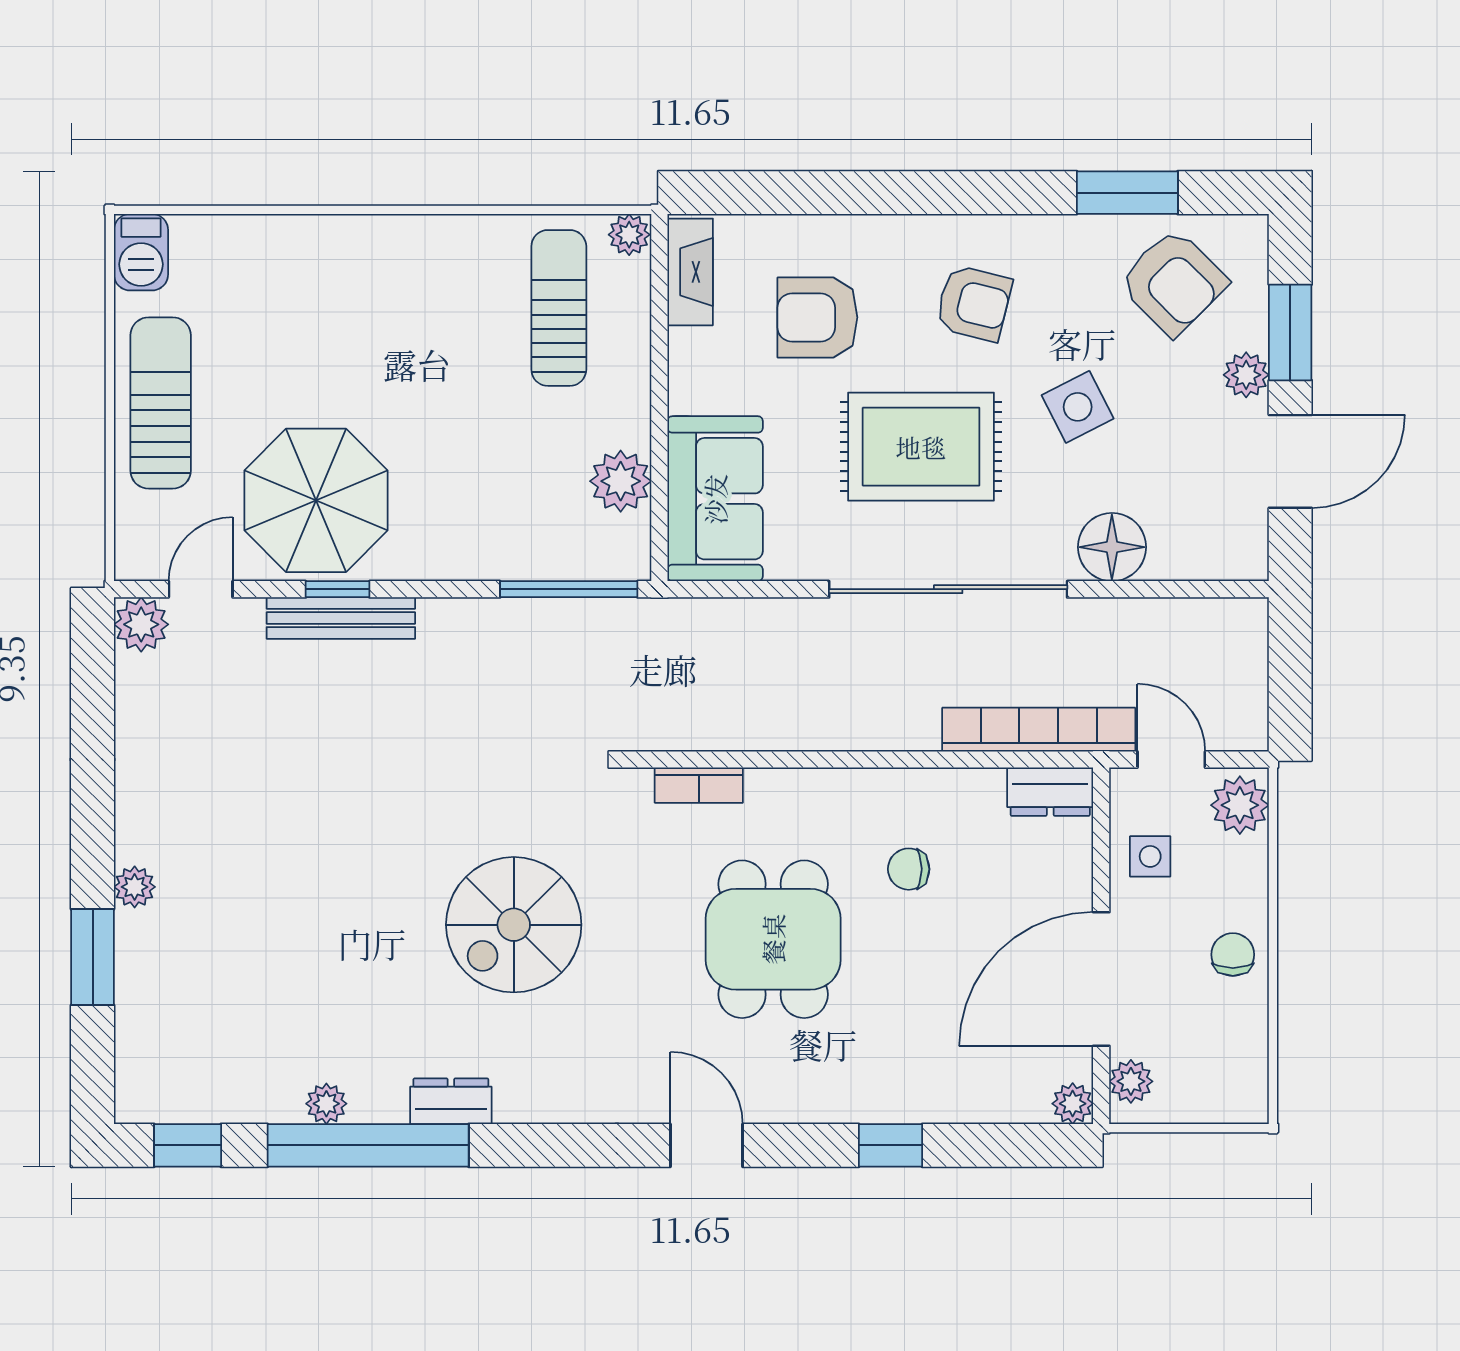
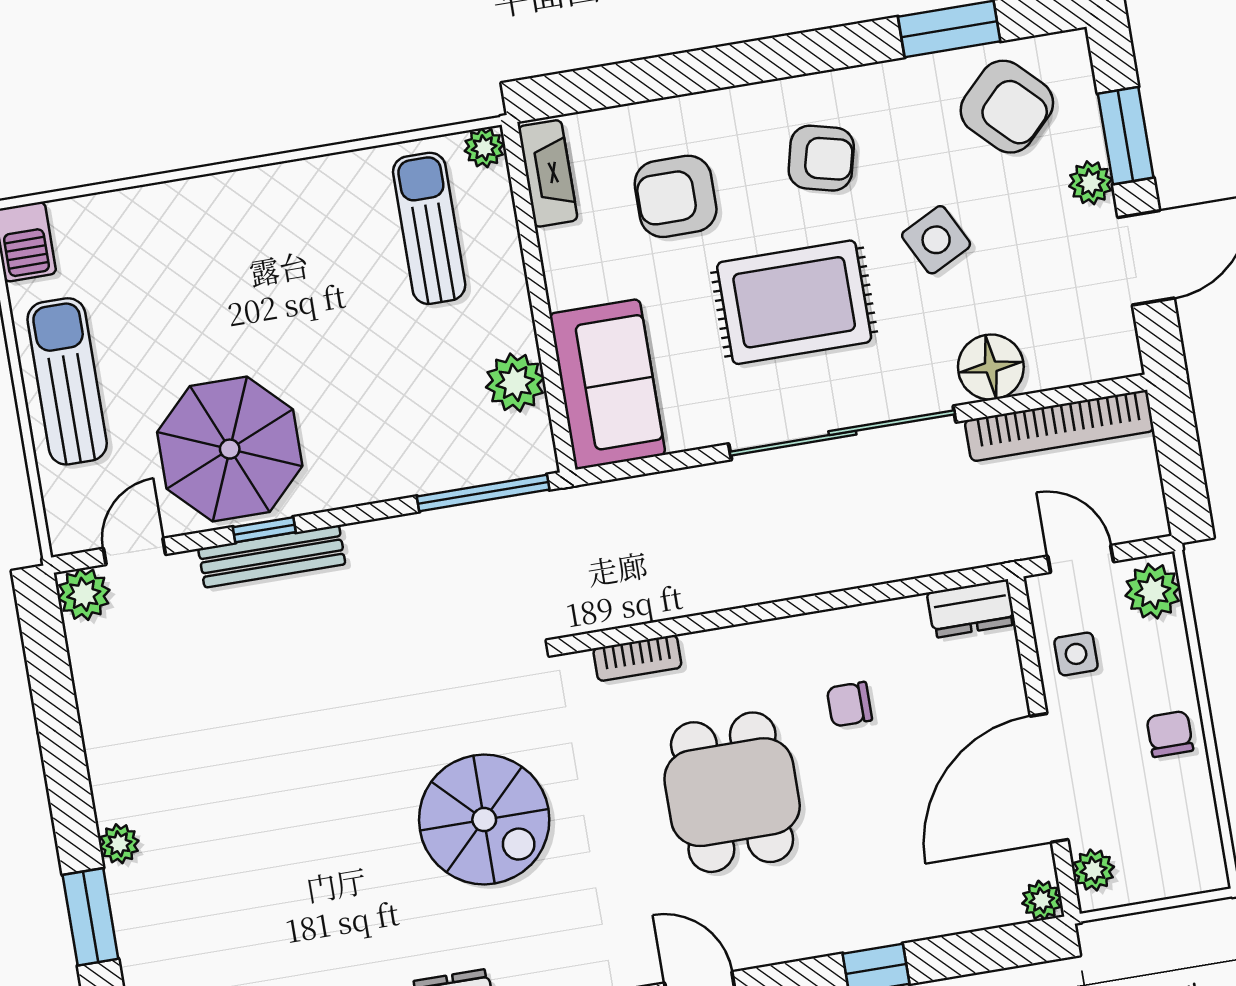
bookcase: (1039, 730) -> (1059, 426), moved, turned 180
spiral stairs: (514, 925) -> (484, 820), turned -90

